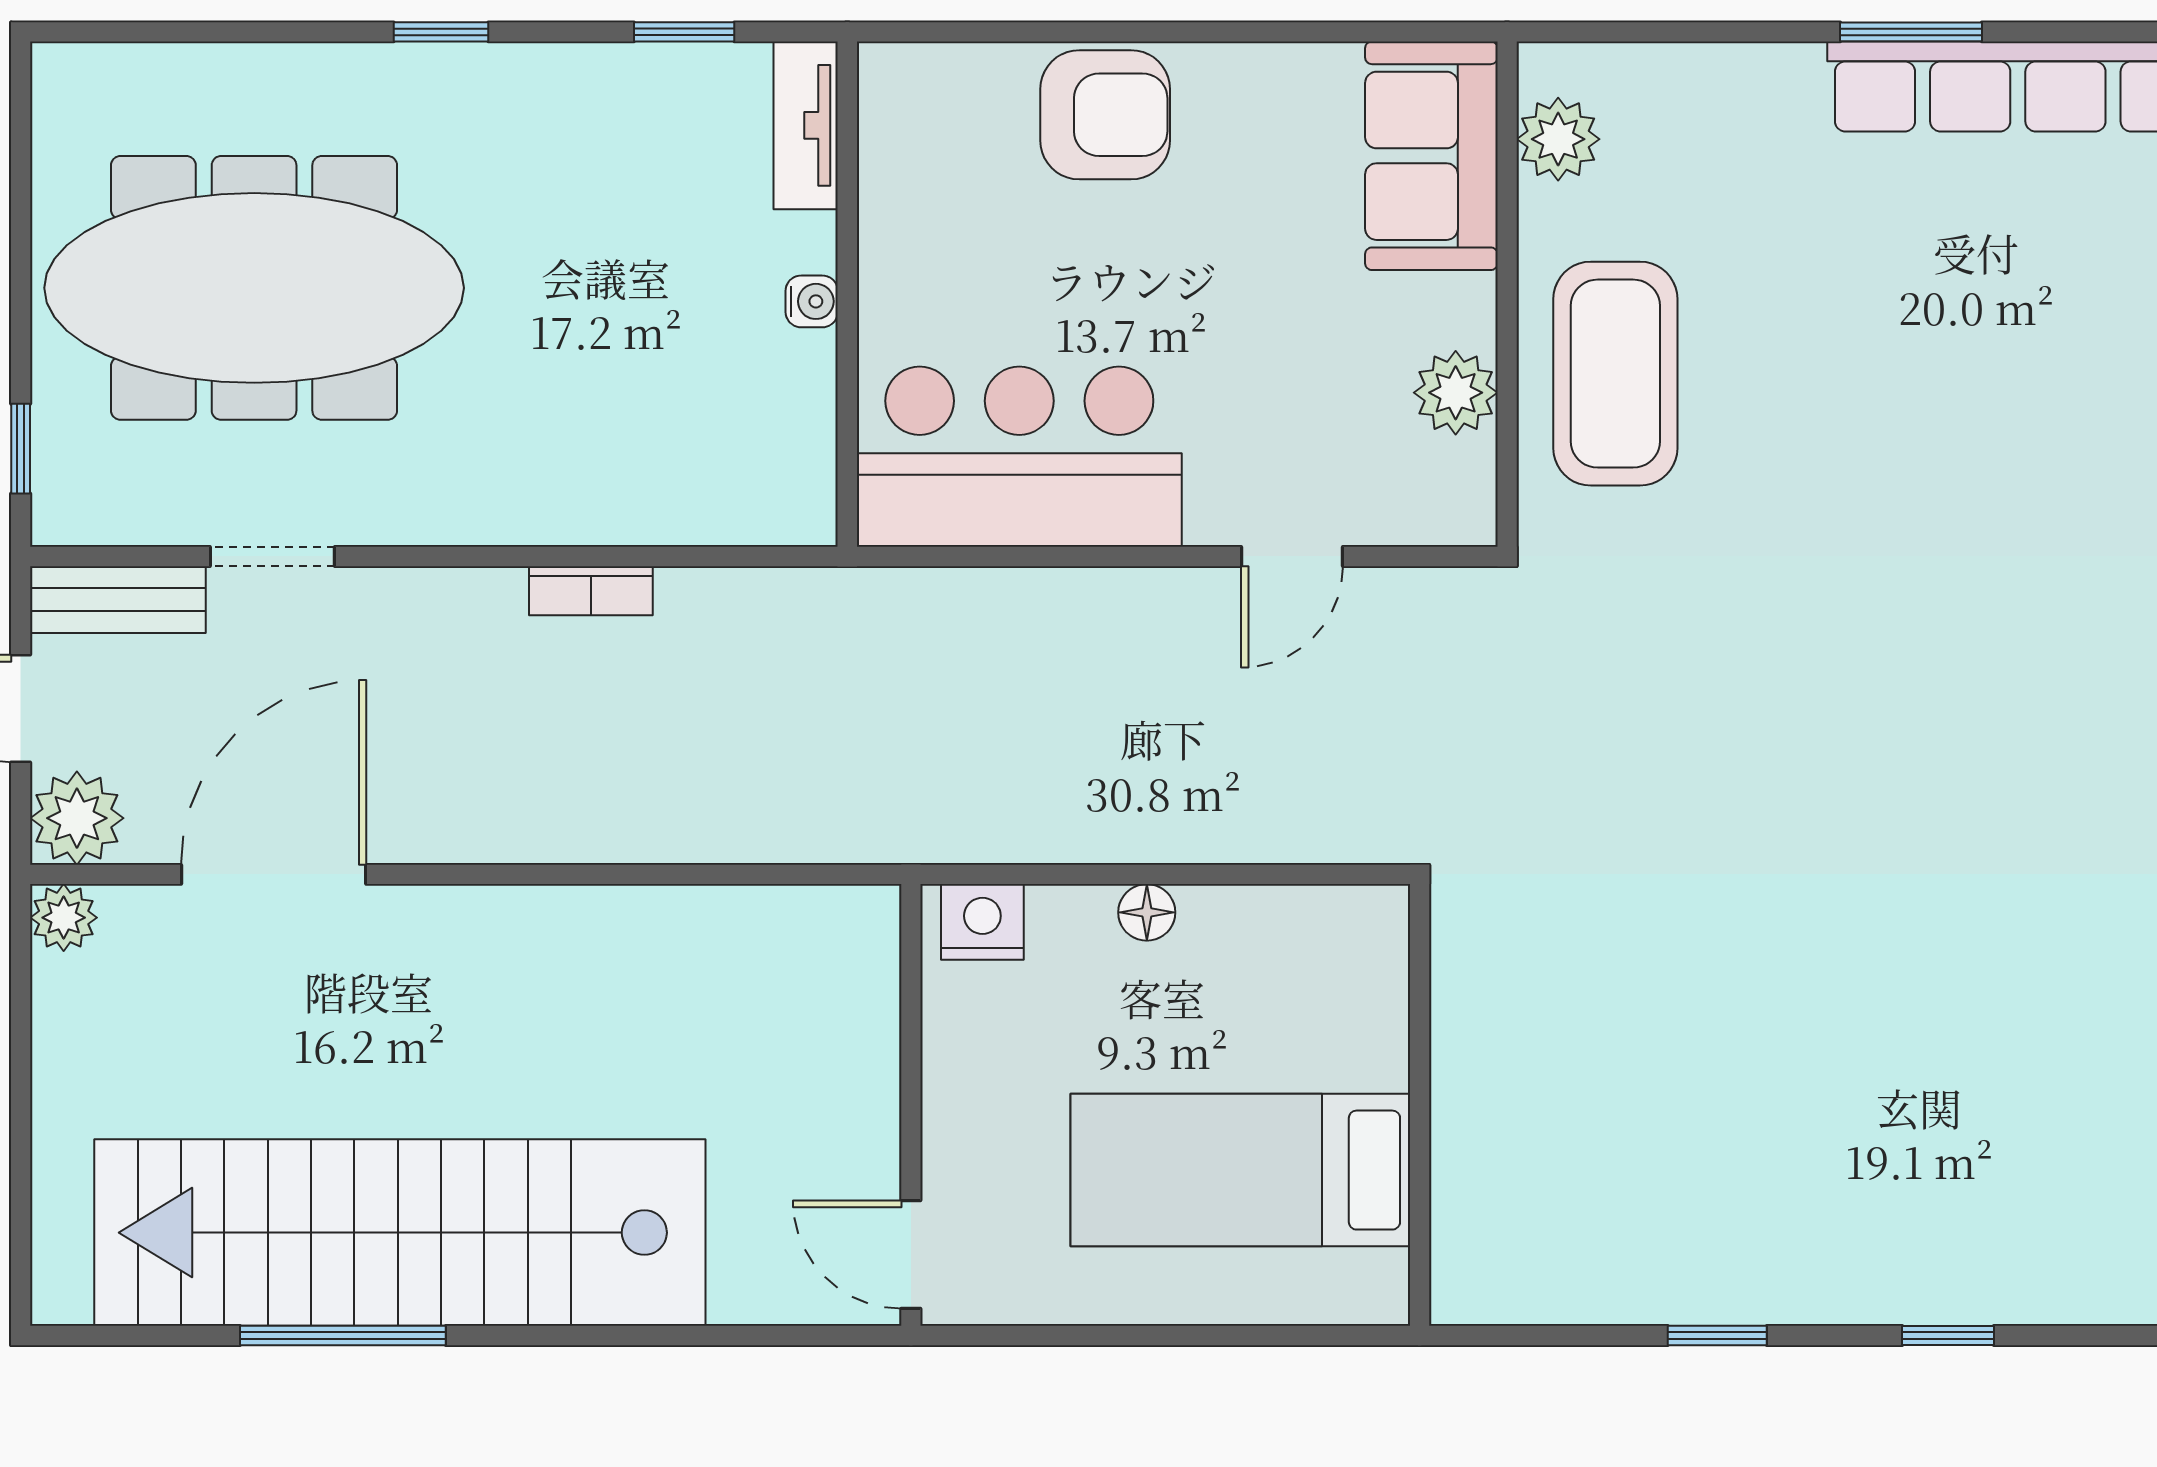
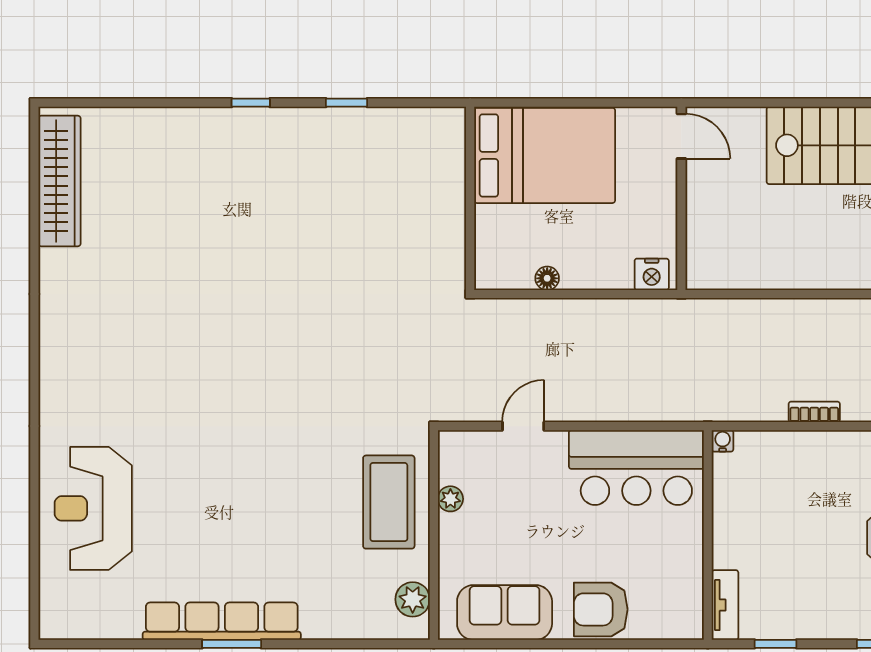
window: (1911, 32) -> (232, 644), moved
sofa: (1431, 156) -> (505, 612), moved, turned -90
water cooler: (812, 301) -> (723, 441), moved, turned 90
plant: (1456, 393) -> (450, 499), width x0.73, depth x0.73
floor lamp: (1147, 912) -> (547, 278), moved
bed: (1240, 1170) -> (545, 155), width x1.50

